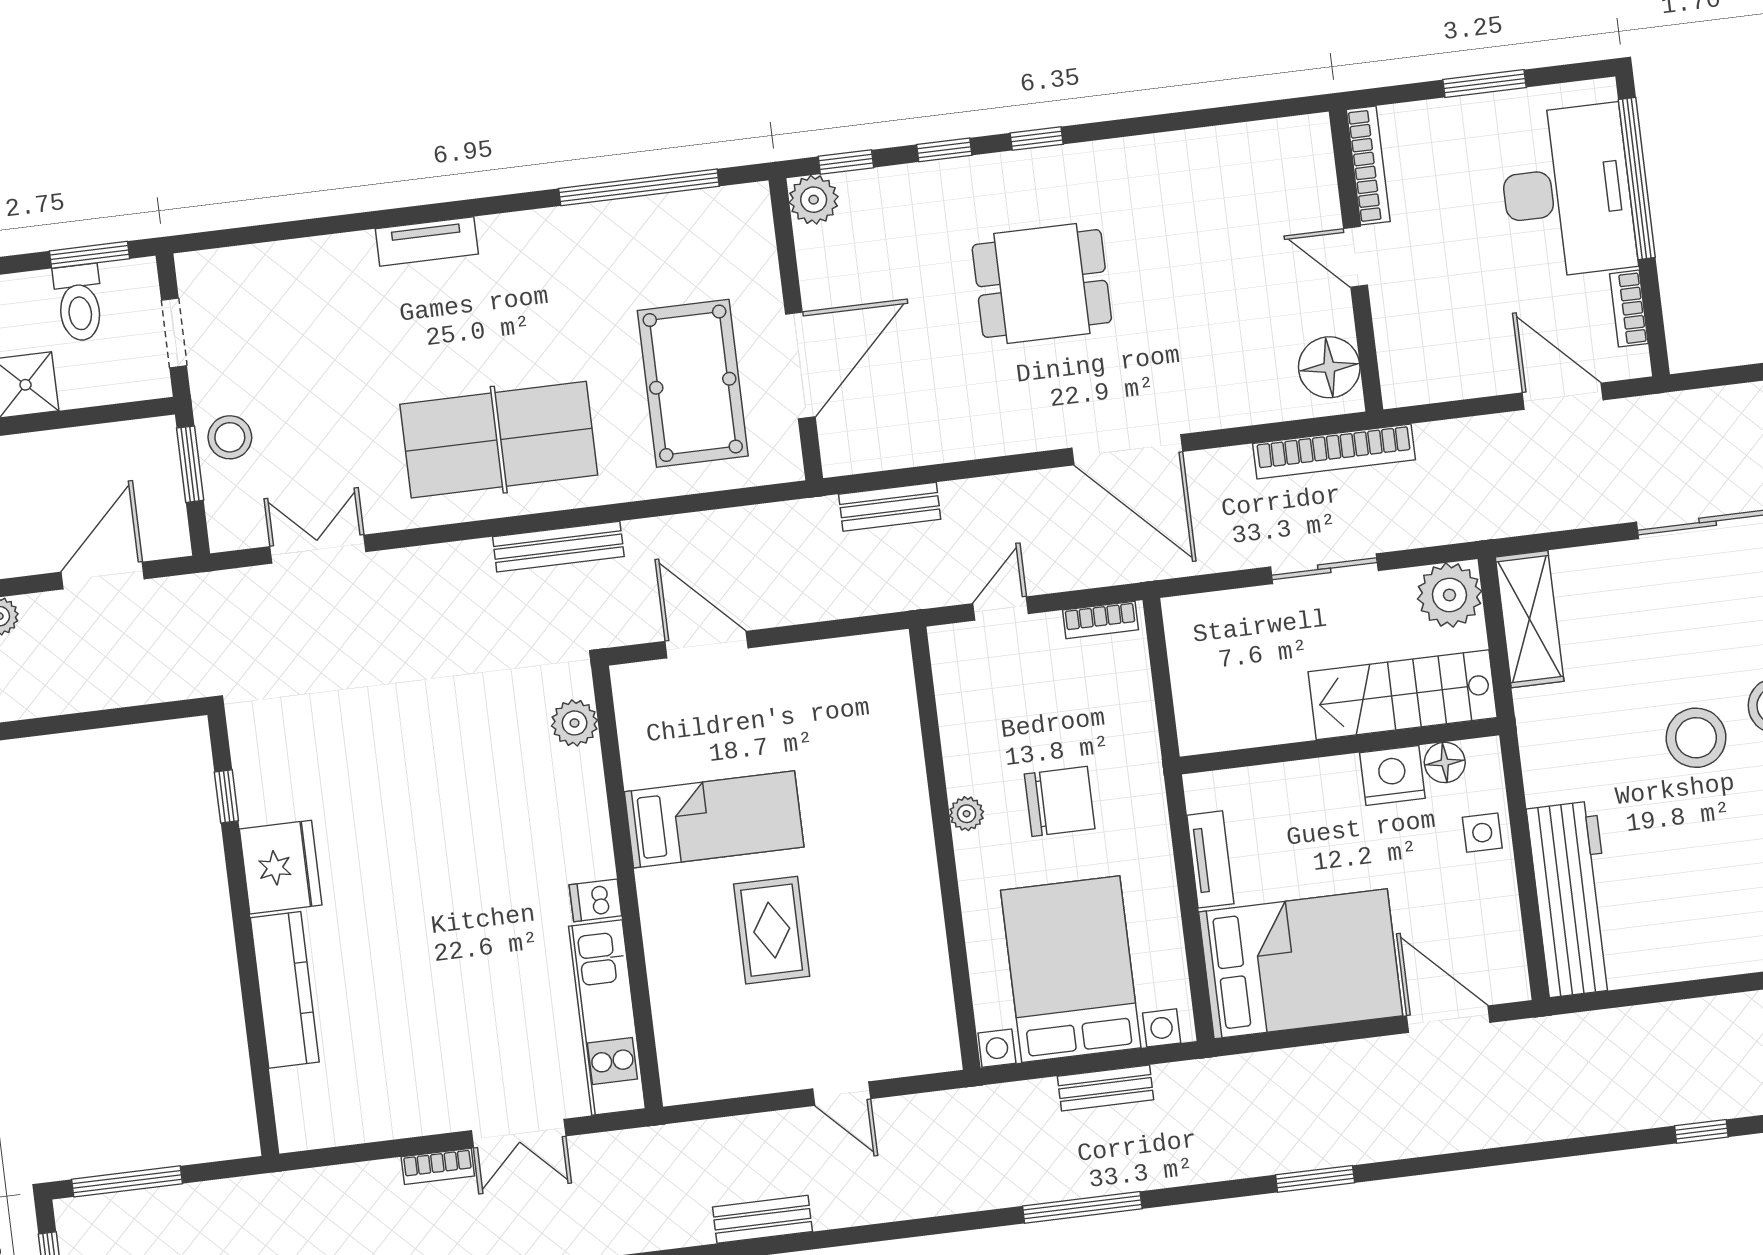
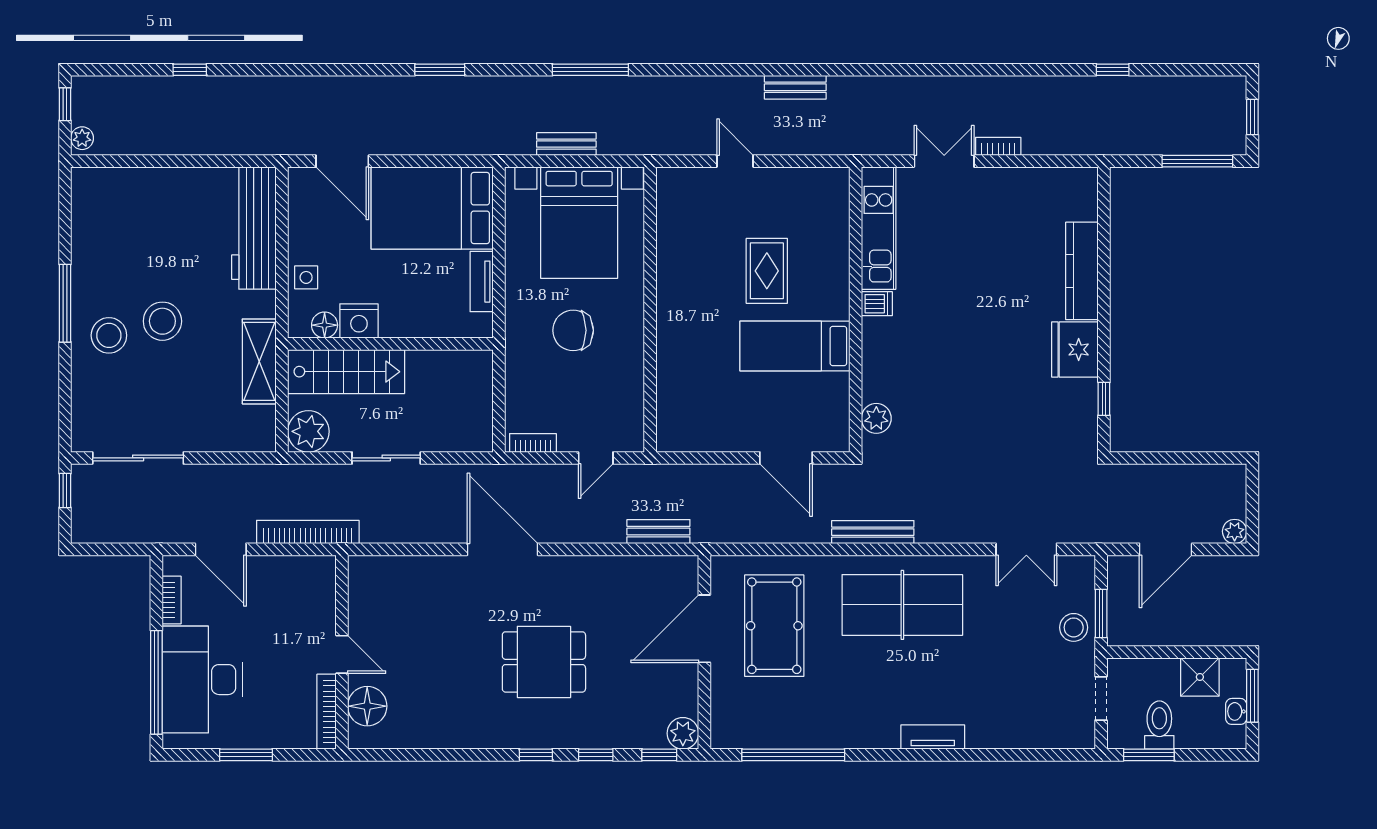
floor lamp: (1329, 367) -> (367, 706), moved
bookcase: (1334, 452) -> (308, 532), moved
shelving: (1530, 619) -> (259, 361), moved
plant: (967, 814) -> (633, 330), removed

